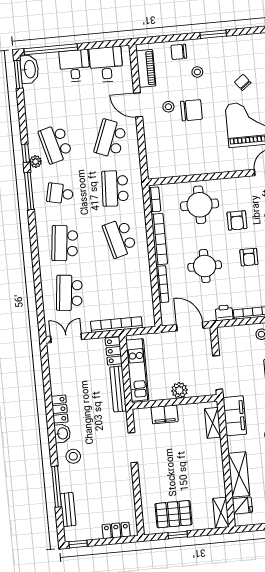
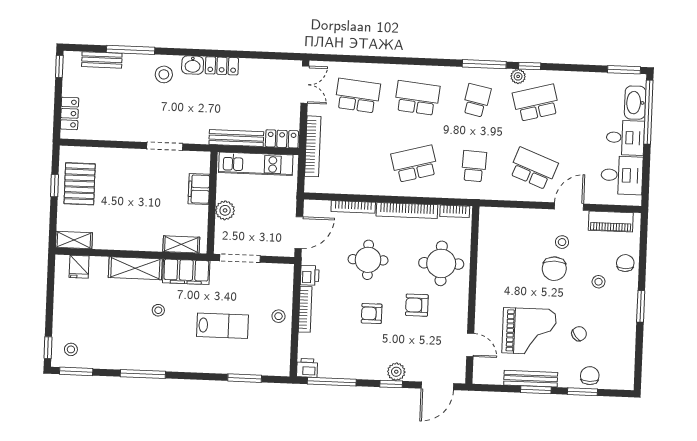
washbasin: (29, 69) -> (635, 103), moved, turned 90
school desk: (115, 188) -> (474, 166), width x0.54
shelving: (239, 474) -> (135, 268), moved

